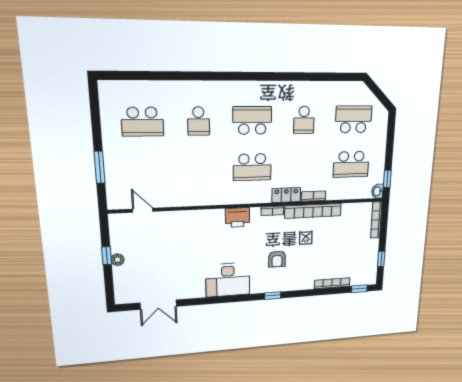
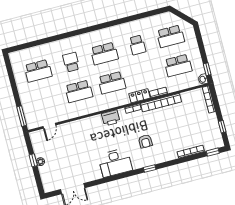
school desk: (354, 119) -> (170, 36), turned 180
school desk: (252, 120) -> (104, 54), turned 180
school desk: (198, 121) -> (71, 62), turned 180
window: (100, 167) -> (22, 116), moved
school desk: (200, 169) -> (79, 91), added
door: (143, 210) -> (49, 126), swing flipped

